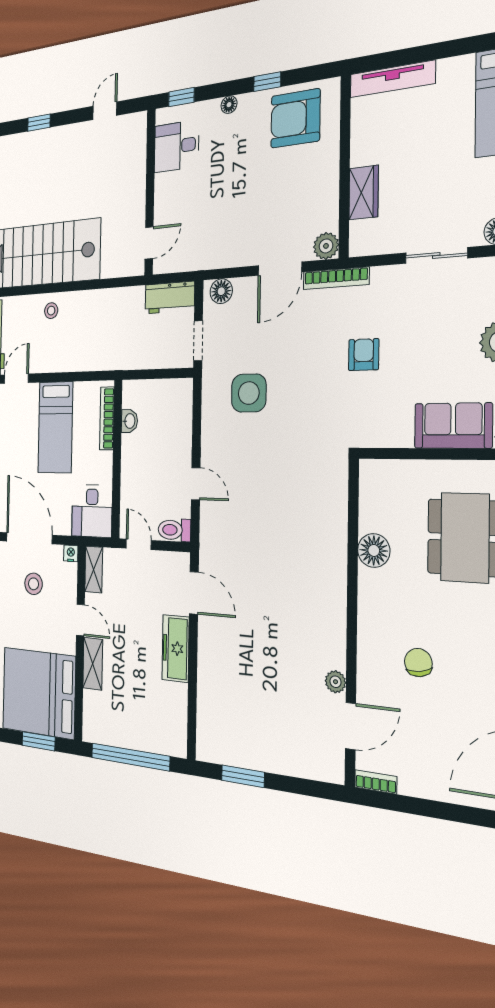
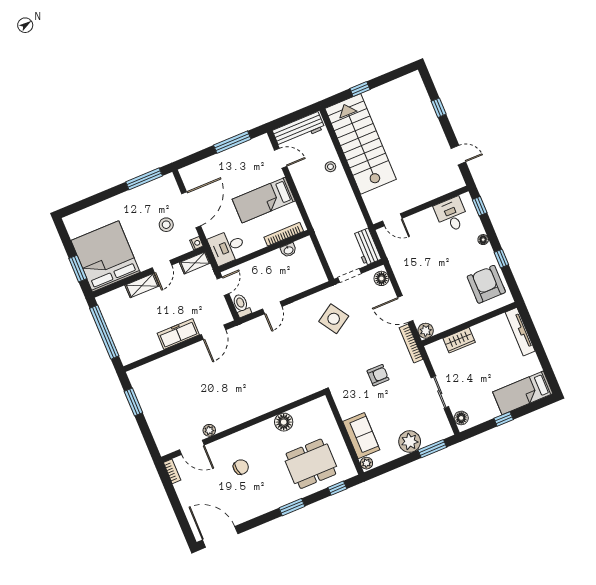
side table: (249, 393) -> (334, 319), turned -33

